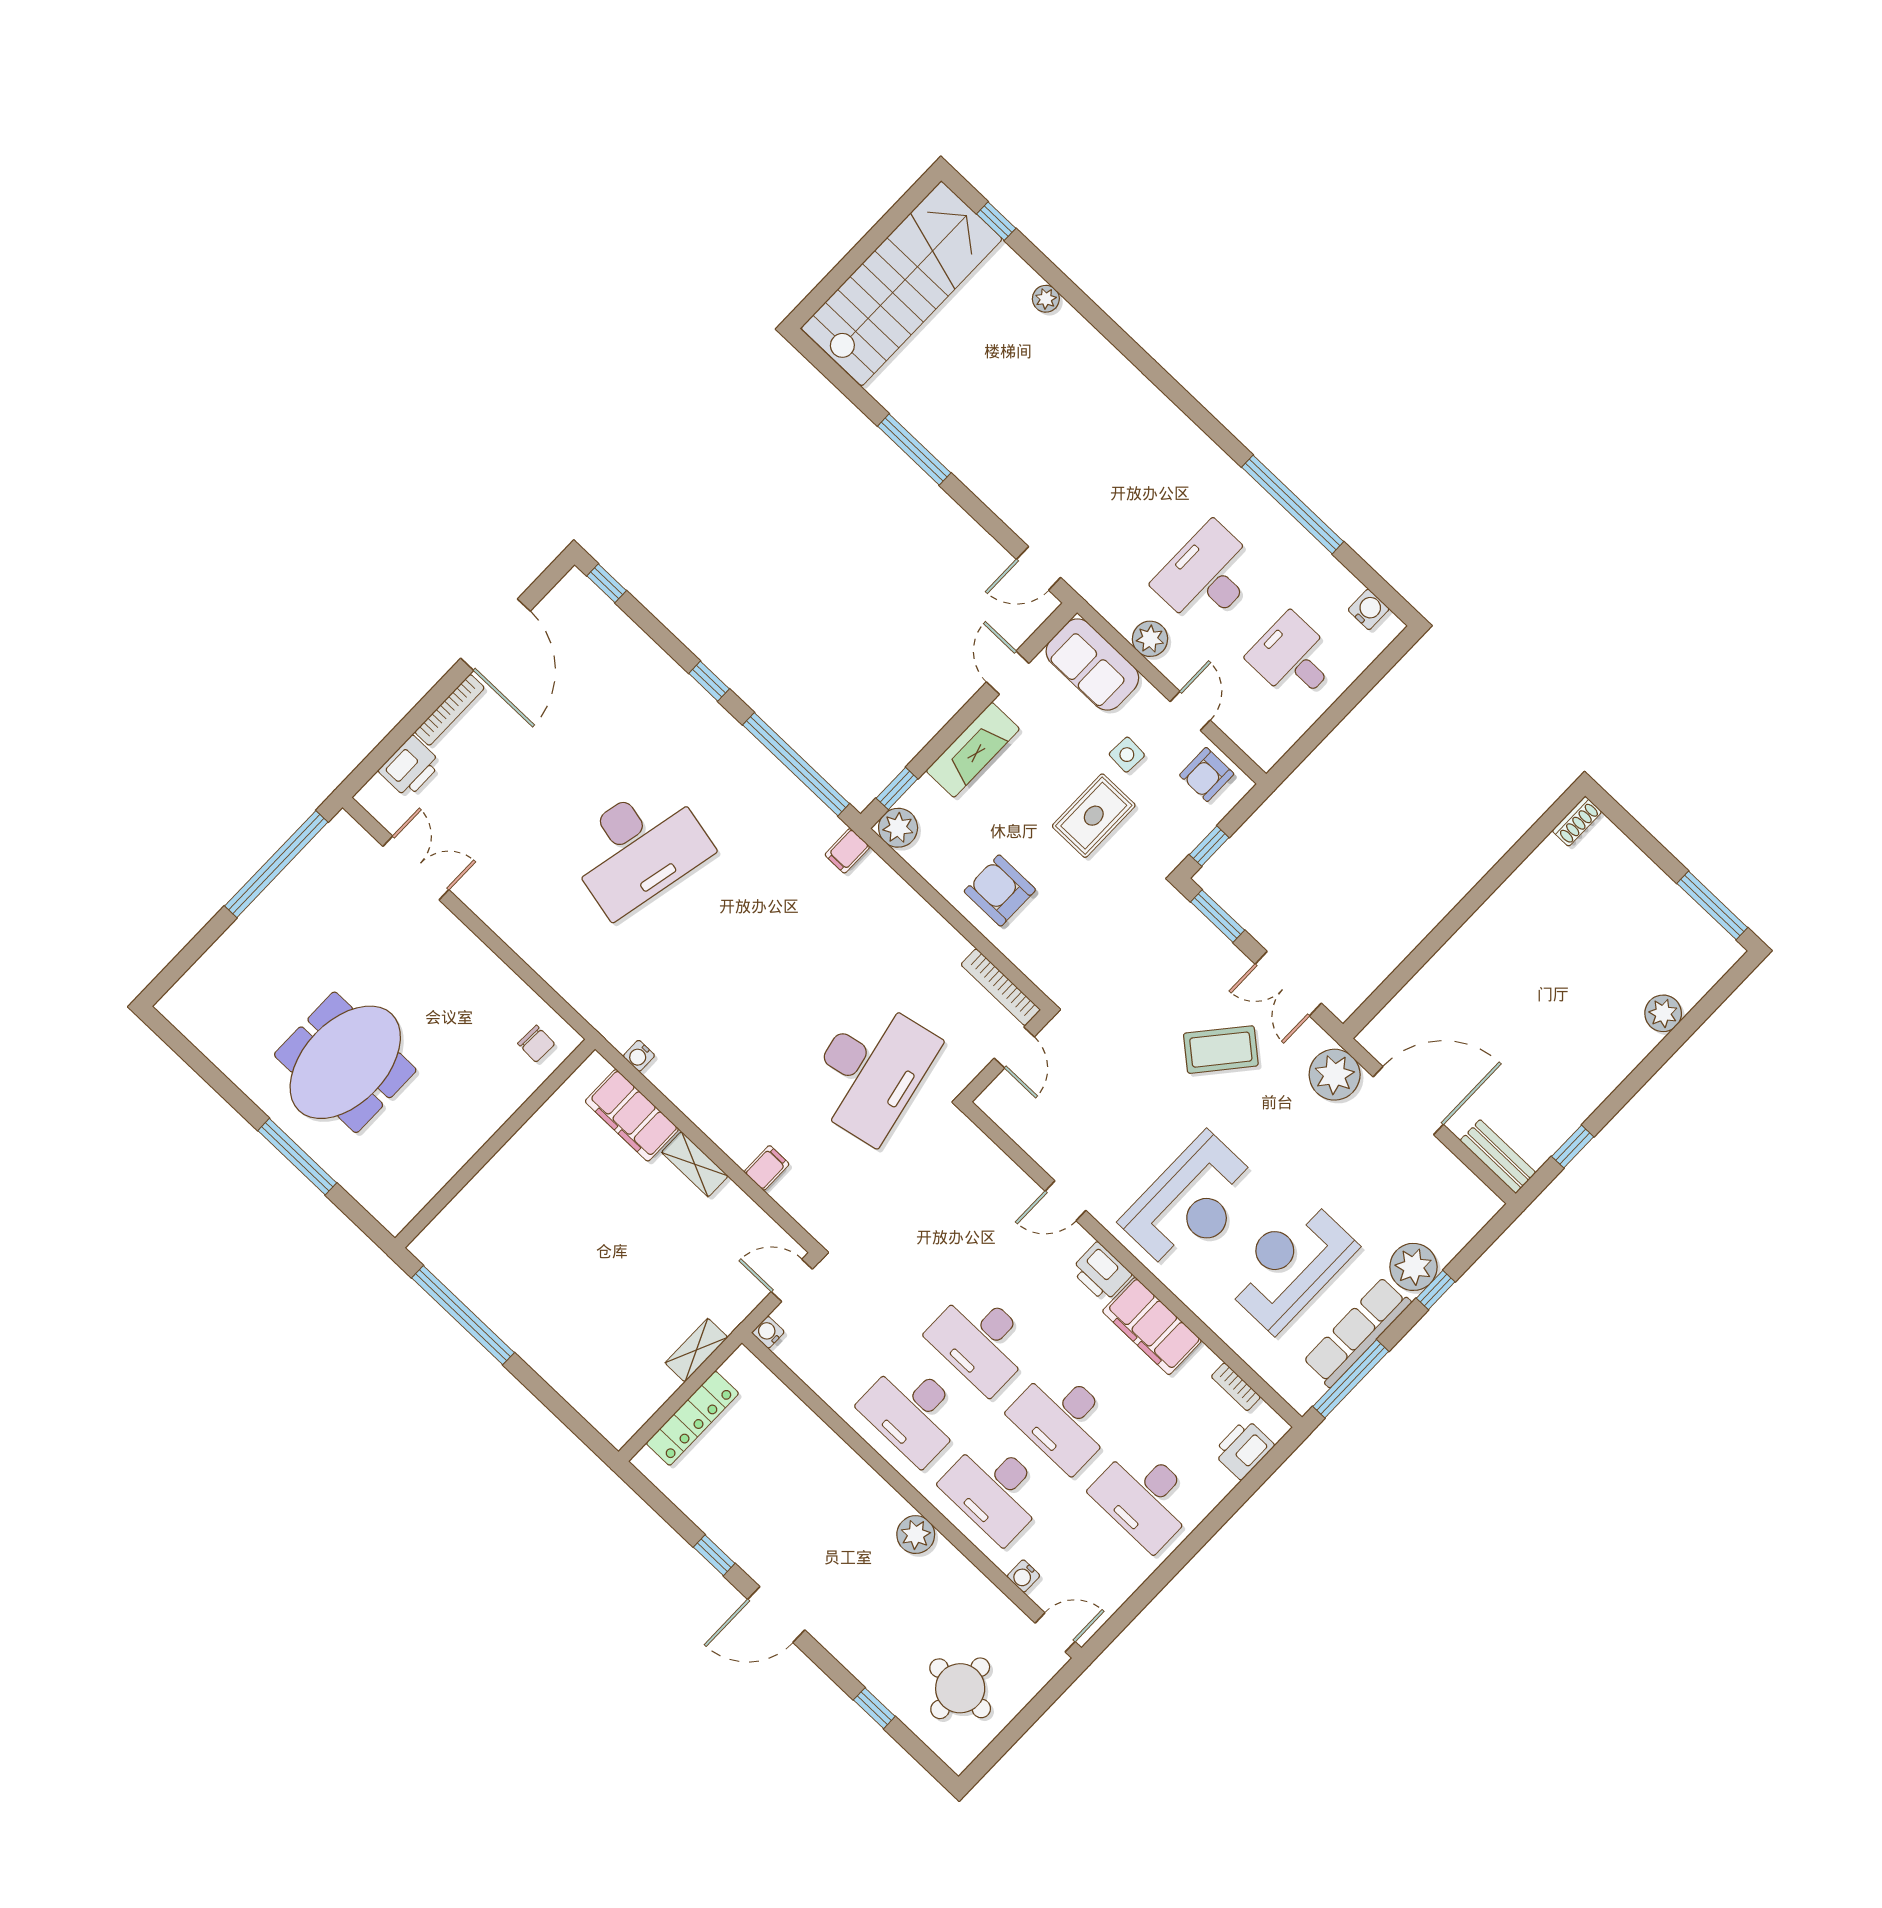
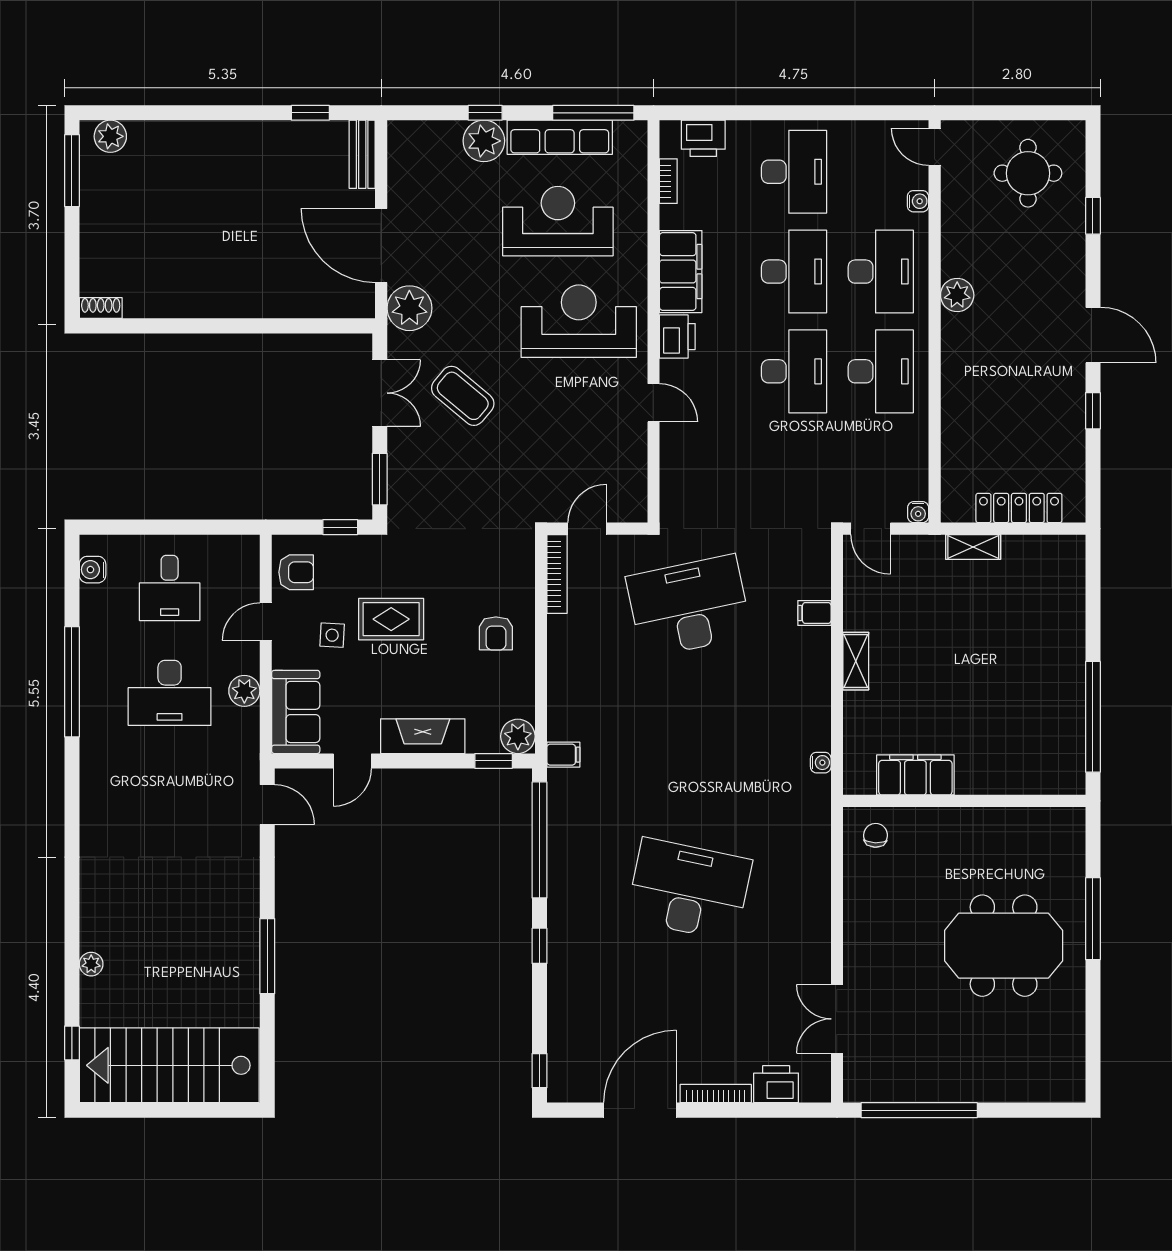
armchair: (1000, 891) -> (496, 633), width x0.72, depth x0.72
plant: (1663, 1013) -> (110, 136), moved
filing cabinet: (632, 1115) -> (915, 775), moved, turned -90
reception desk: (1290, 1265) -> (558, 221), turned 180

